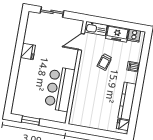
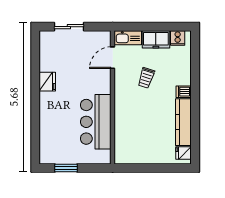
dishwasher: (133, 67) -> (184, 92), moved

